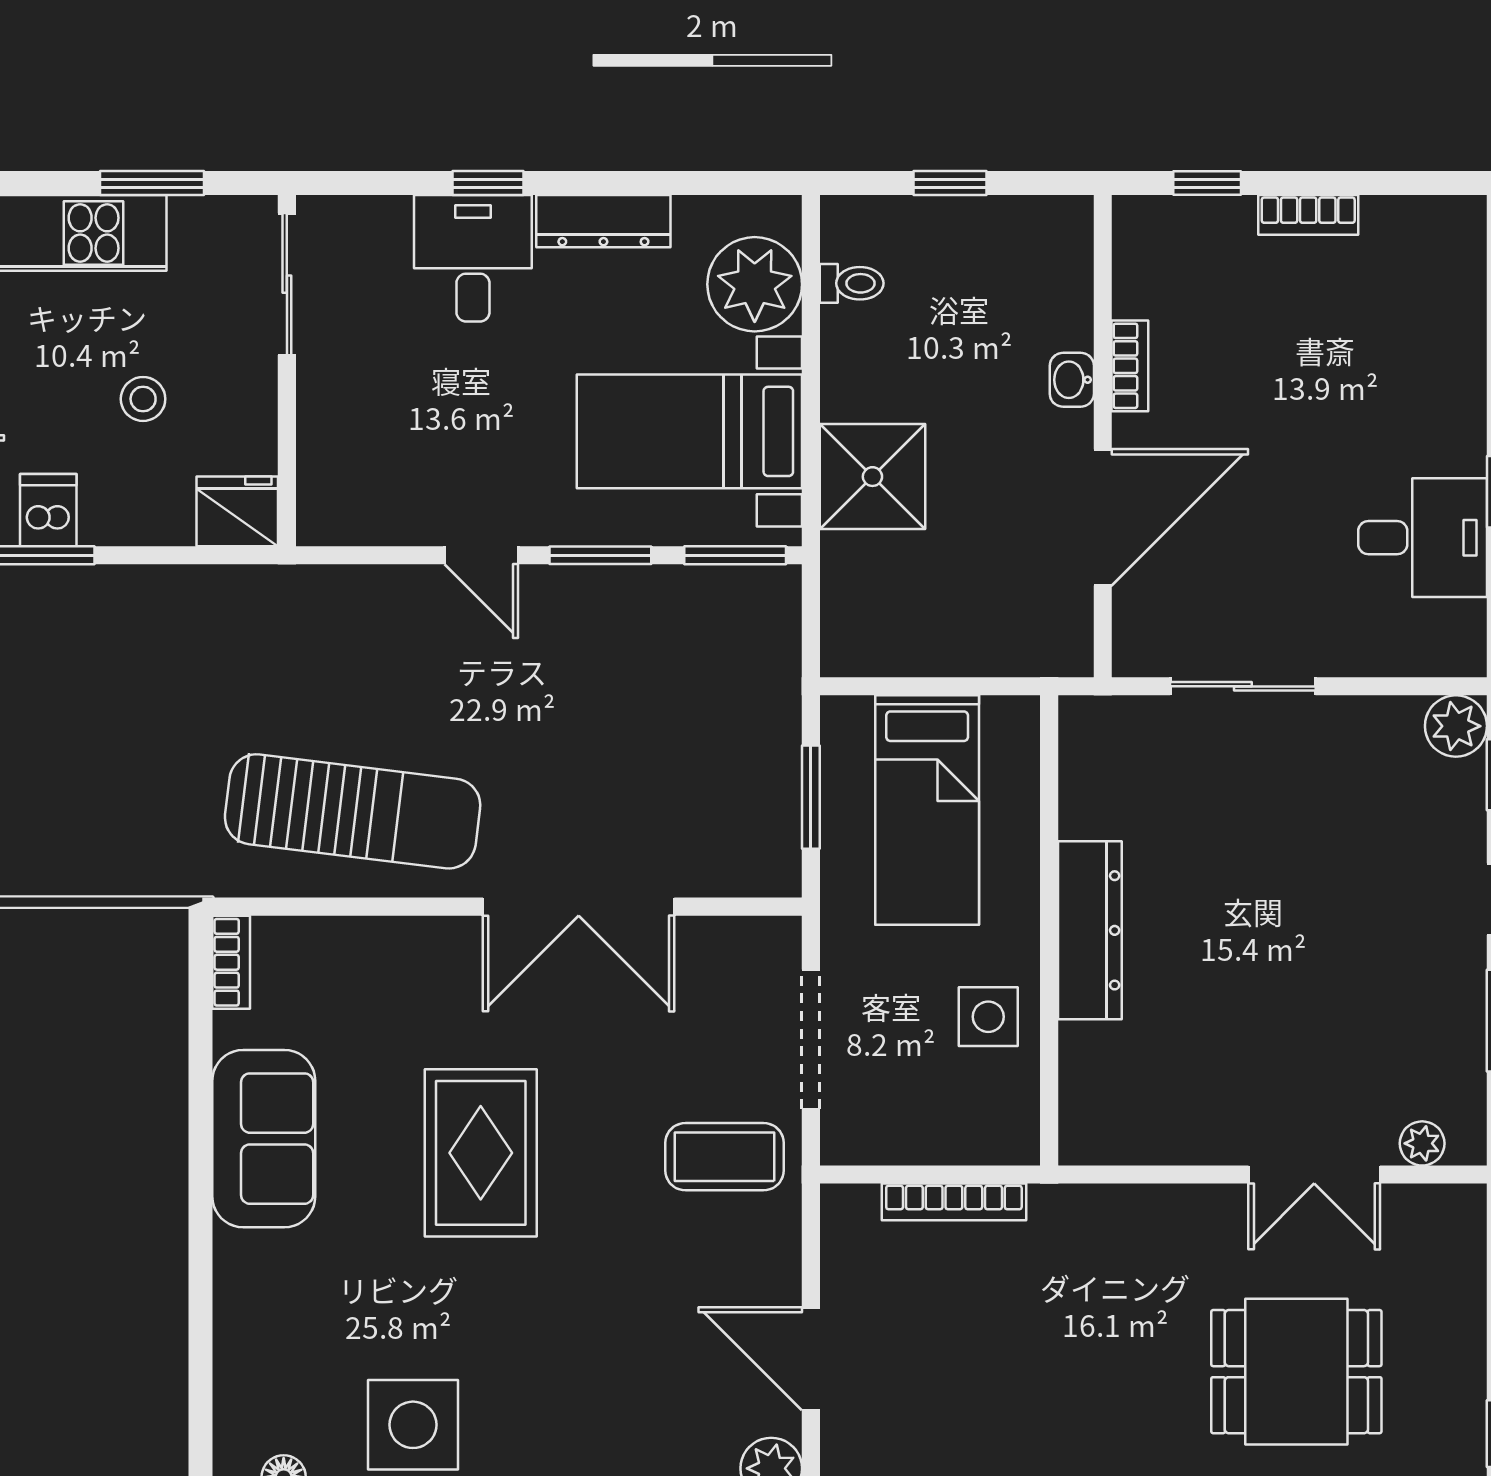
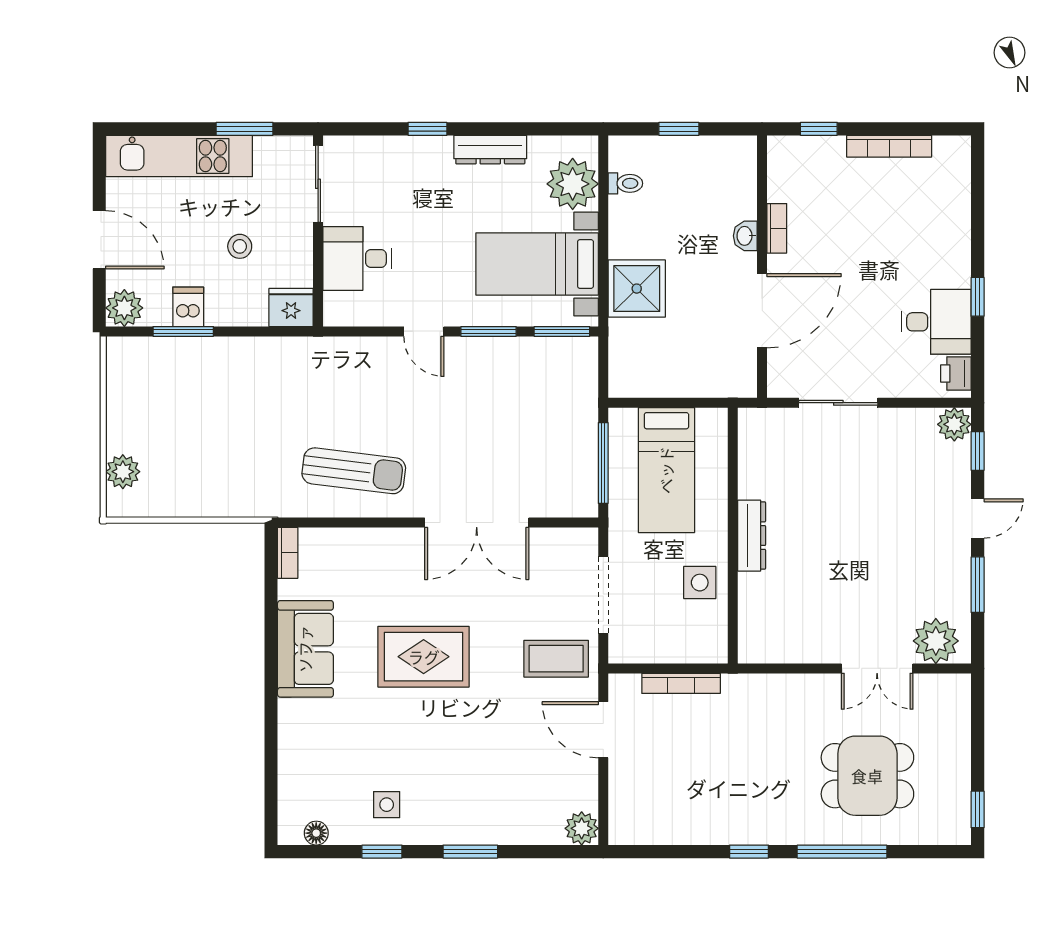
bookcase: (1308, 215) -> (889, 146), width x1.56
desk: (473, 258) -> (357, 258), moved, turned -90
printer: (1459, 633) -> (956, 373), added
window: (811, 797) -> (603, 463), width x1.44
sun lounger: (353, 811) -> (354, 471), width x0.73, depth x0.75
dresser: (1090, 930) -> (752, 536), width x0.73, depth x0.80
plant: (1422, 1143) -> (936, 641), width x1.88, depth x1.88
rug: (481, 1153) -> (424, 657), turned 90
door: (811, 1359) -> (603, 730), moved
side table: (413, 1425) -> (387, 805), width x0.54, depth x0.54

